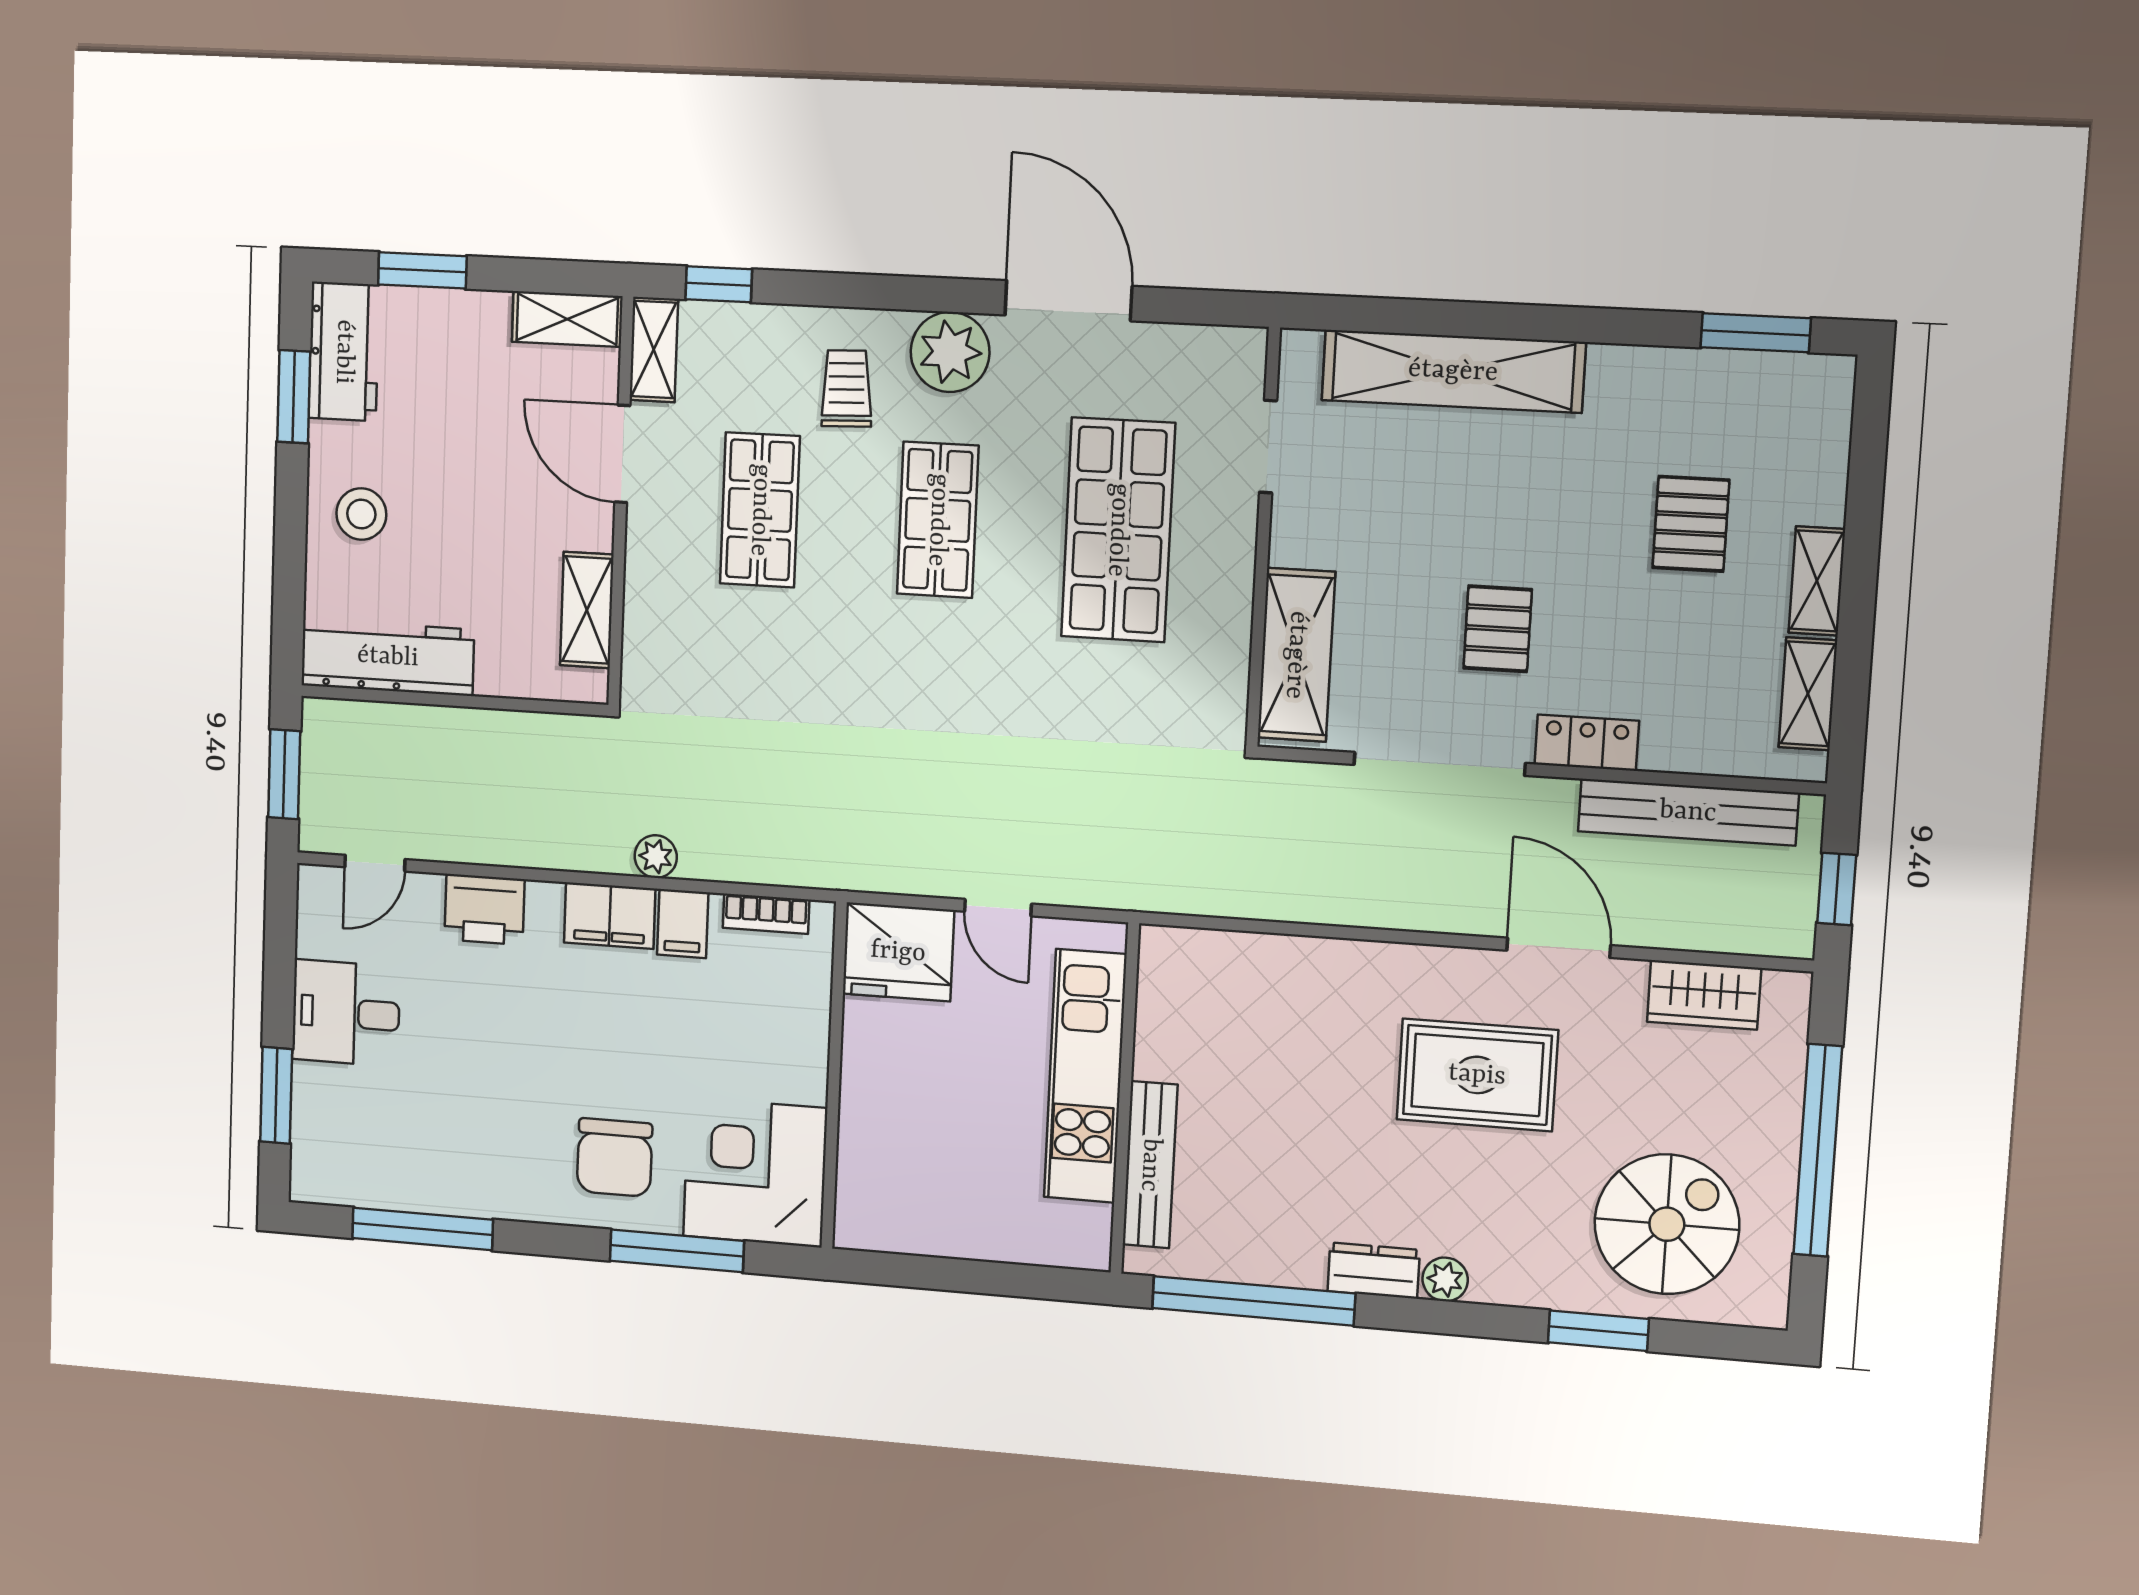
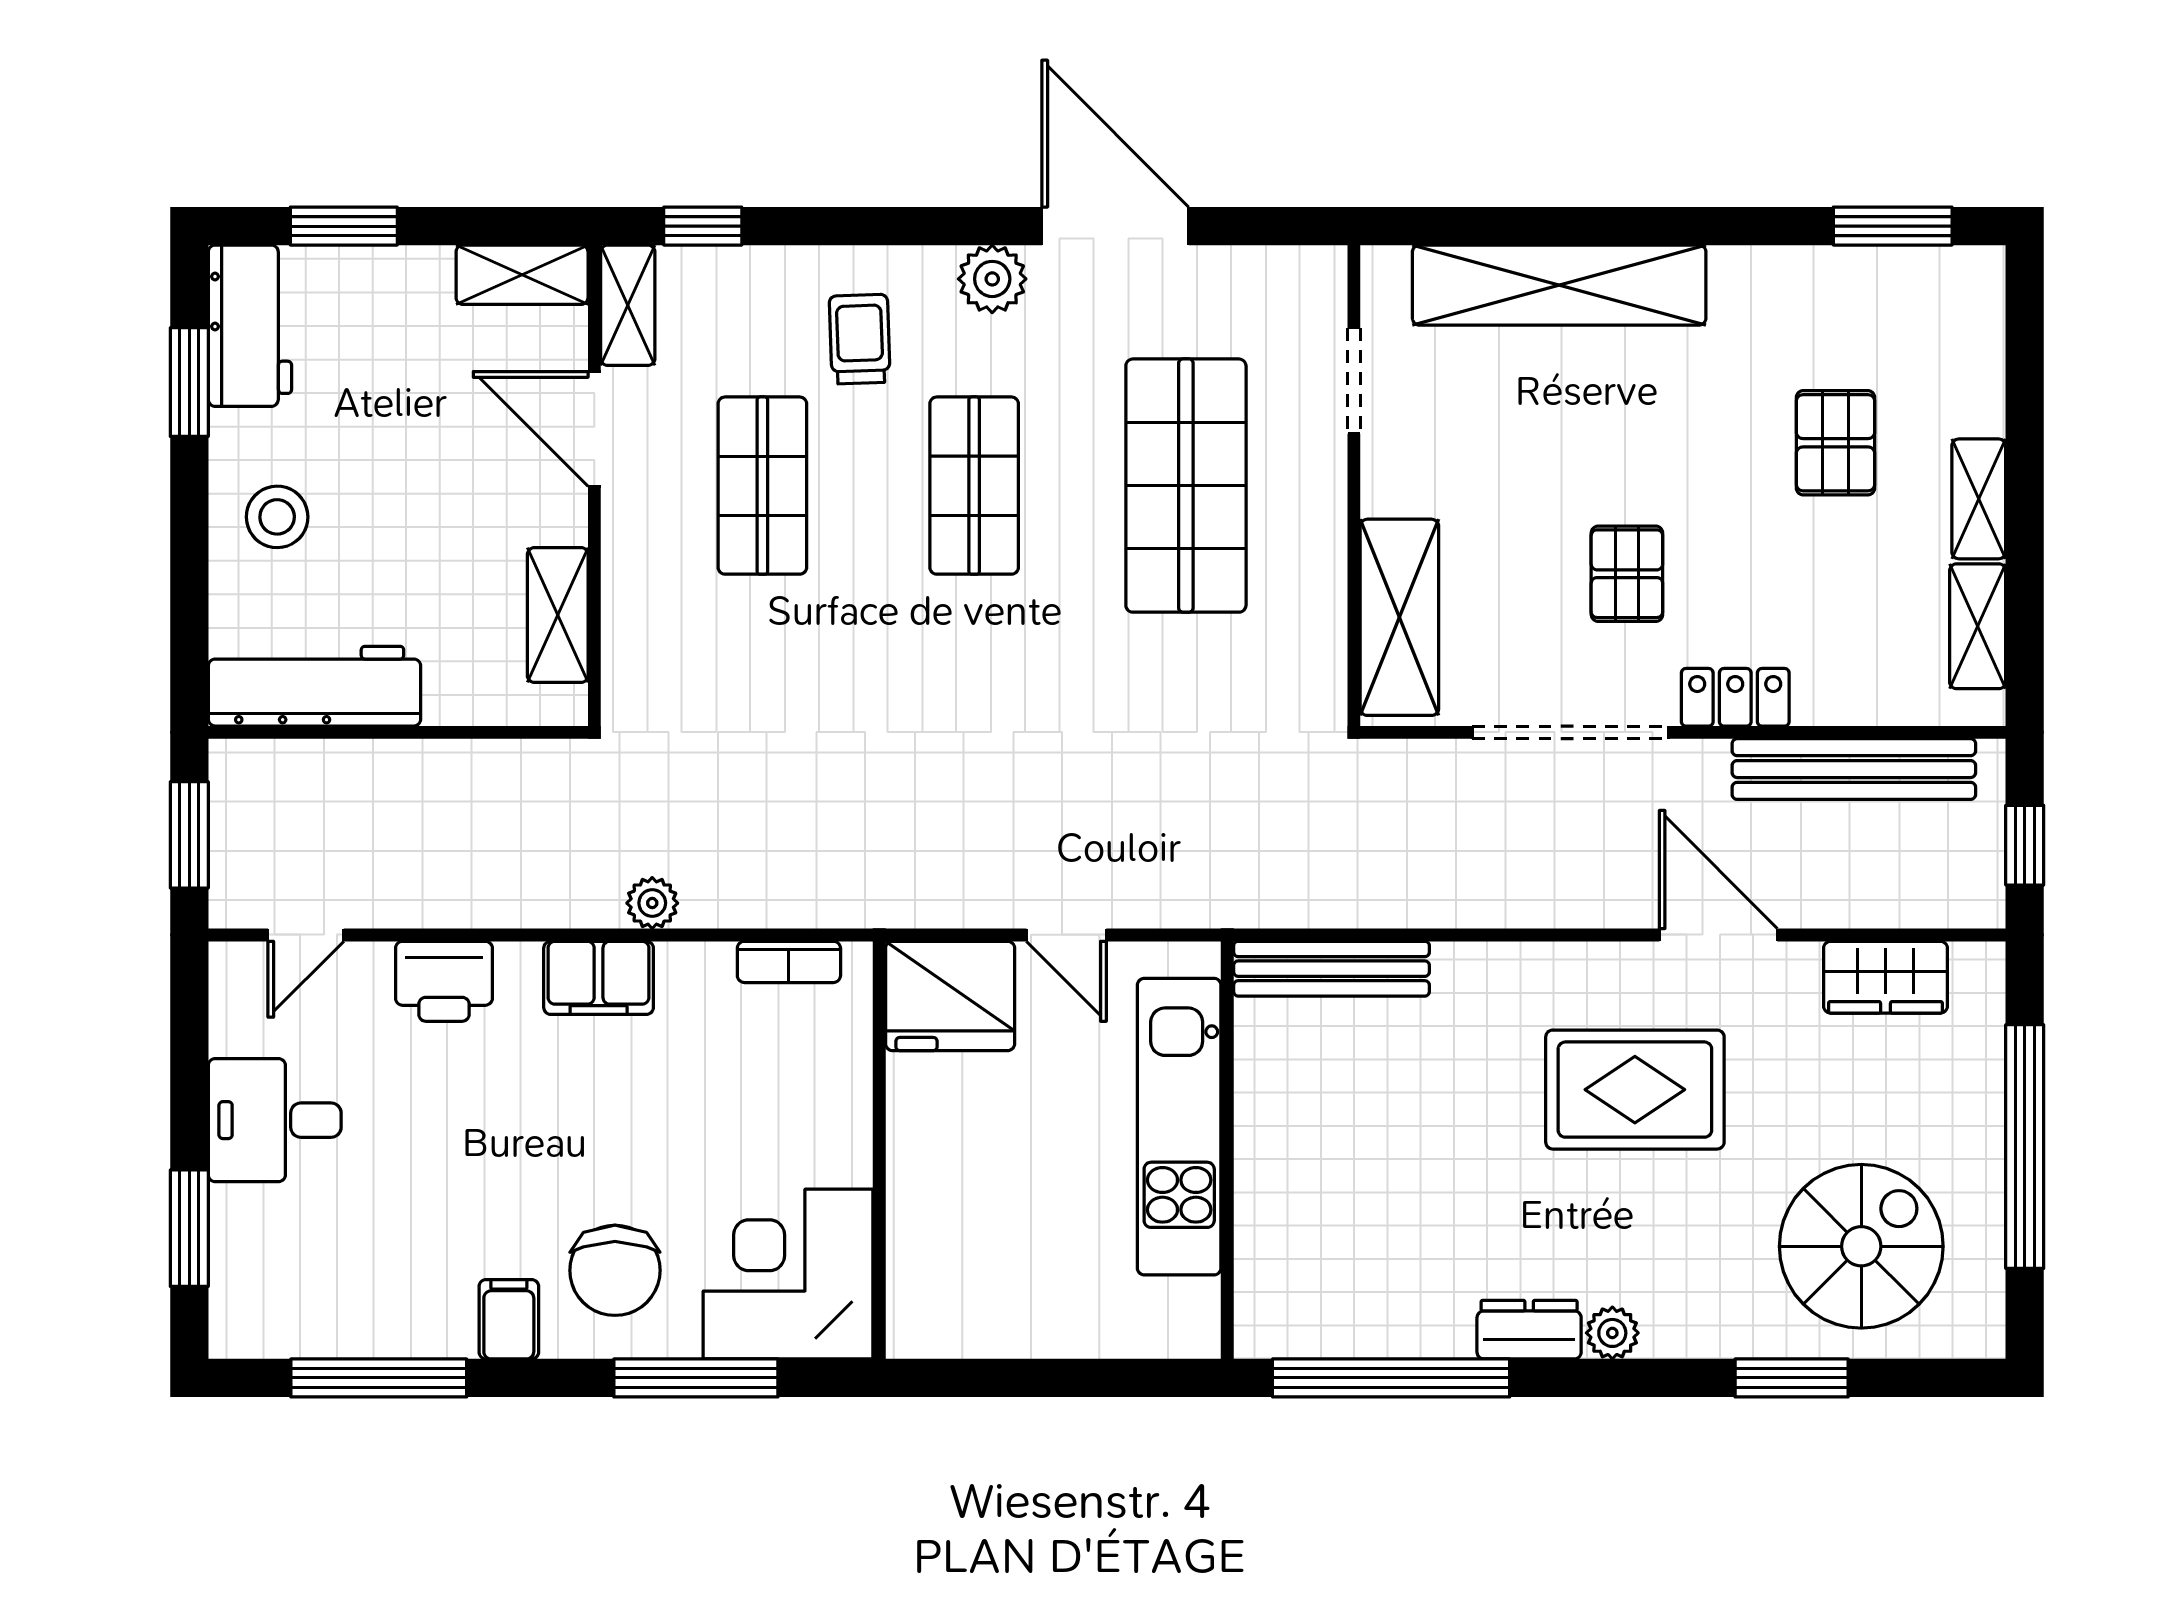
plant: (950, 352) -> (992, 279), width x0.73, depth x0.73
filing cabinet: (683, 924) -> (509, 1319), moved, turned 180
bench: (1150, 1165) -> (1331, 969), moved, turned 90

